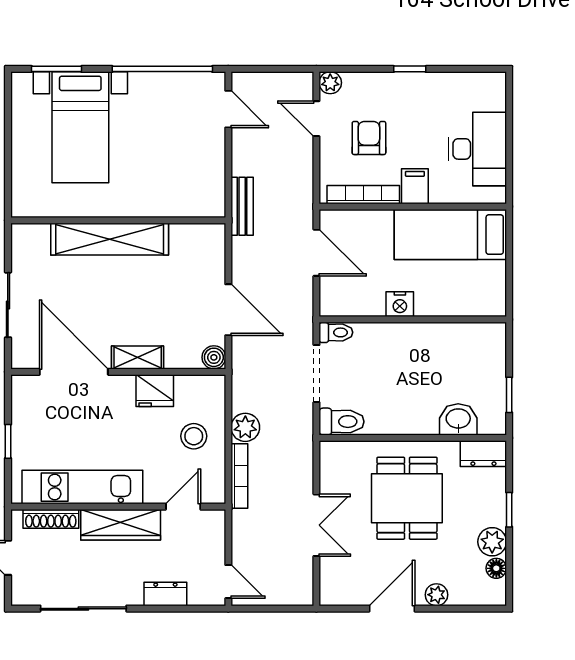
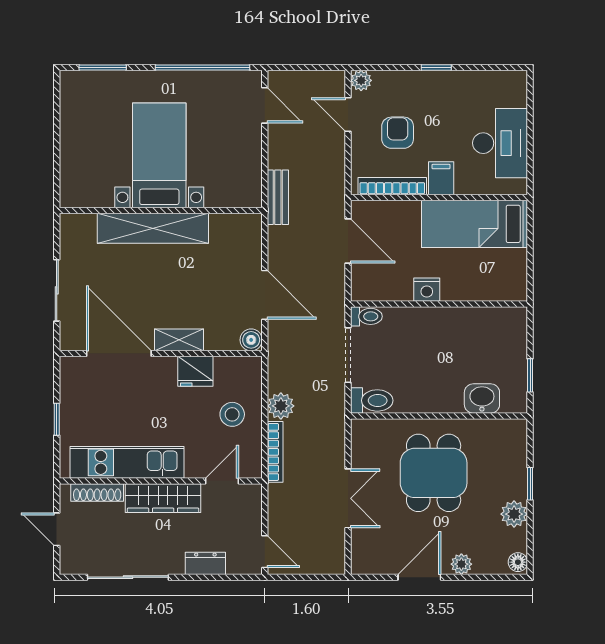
bed with nightstands: (80, 127) -> (159, 155), moved, turned 180
dresser: (483, 454) -> (506, 431), removed
floor lamp: (496, 568) -> (518, 562), moved

